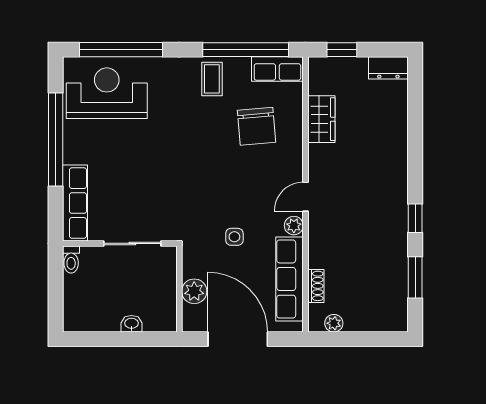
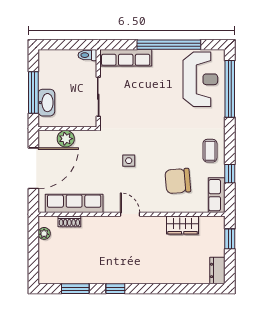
window: (246, 50) -> (230, 174), width x0.32
coffee table: (212, 79) -> (210, 151), turned 90
plant: (294, 226) -> (110, 206), removed
side table: (234, 237) -> (129, 161), moved
washbasin: (131, 324) -> (46, 103), width x1.91, depth x1.45
window: (126, 339) -> (33, 93), added

